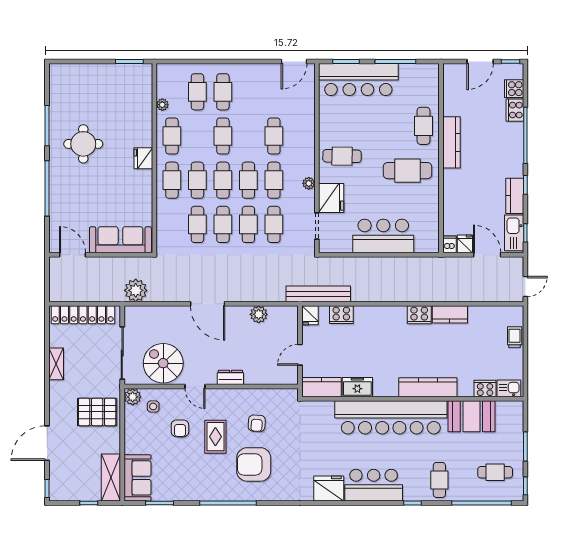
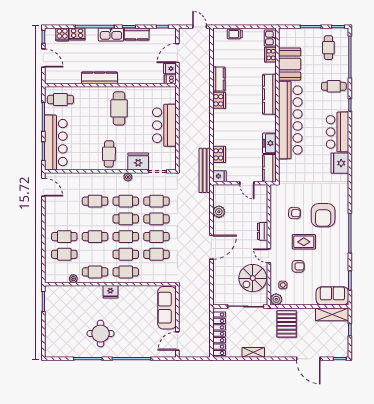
cafe table: (423, 126) -> (60, 100), moved
kitchen sink: (514, 233) -> (111, 34), moved
plant: (136, 290) -> (202, 297), removed
door: (195, 387) -> (269, 256), swing flipped

